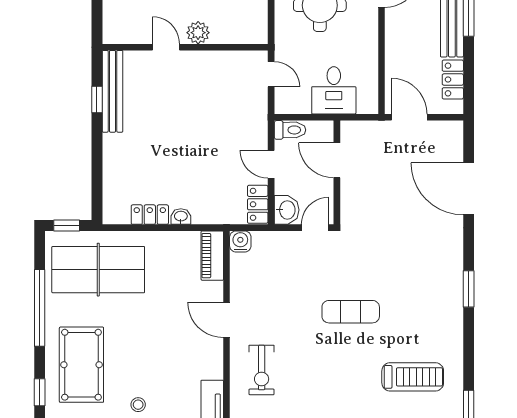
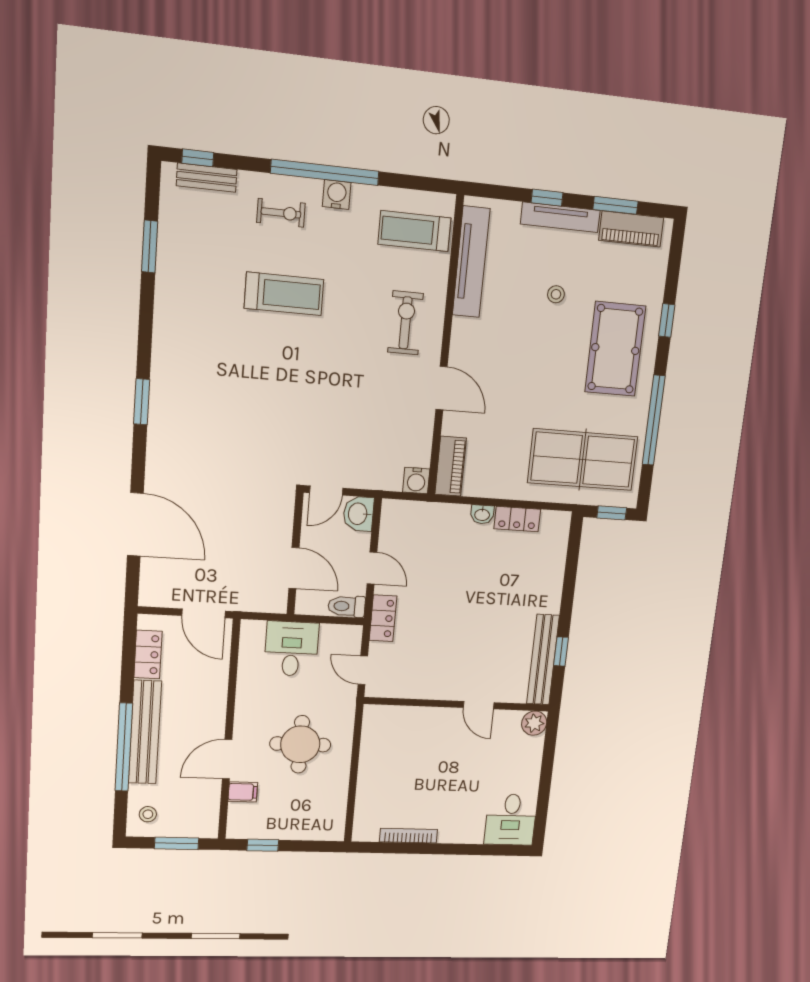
plant: (198, 33) -> (534, 723), moved
locker: (258, 204) -> (383, 618), moved
exercise mat: (351, 312) -> (291, 385), removed
treadmill: (413, 377) -> (284, 294), moved, turned 180

